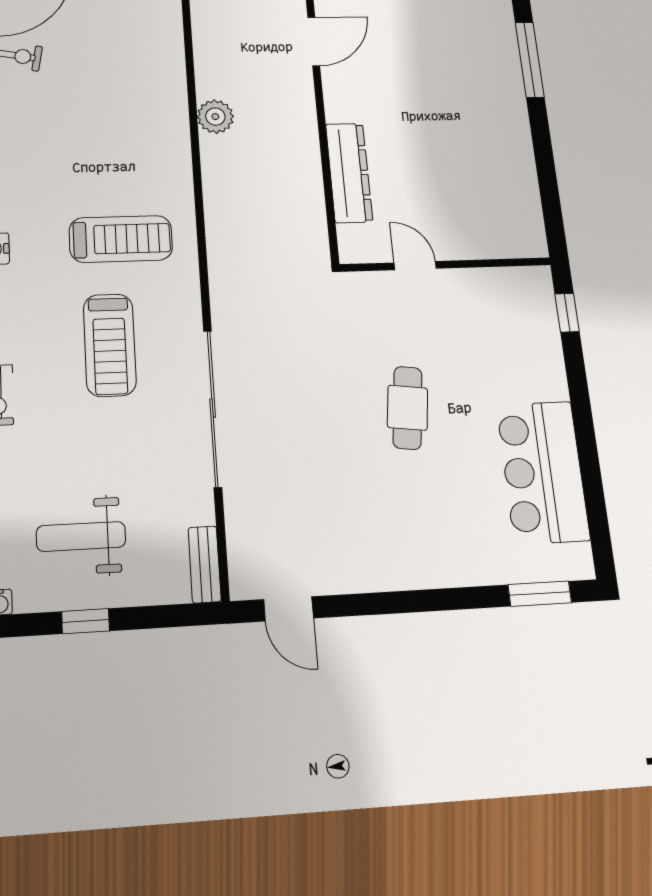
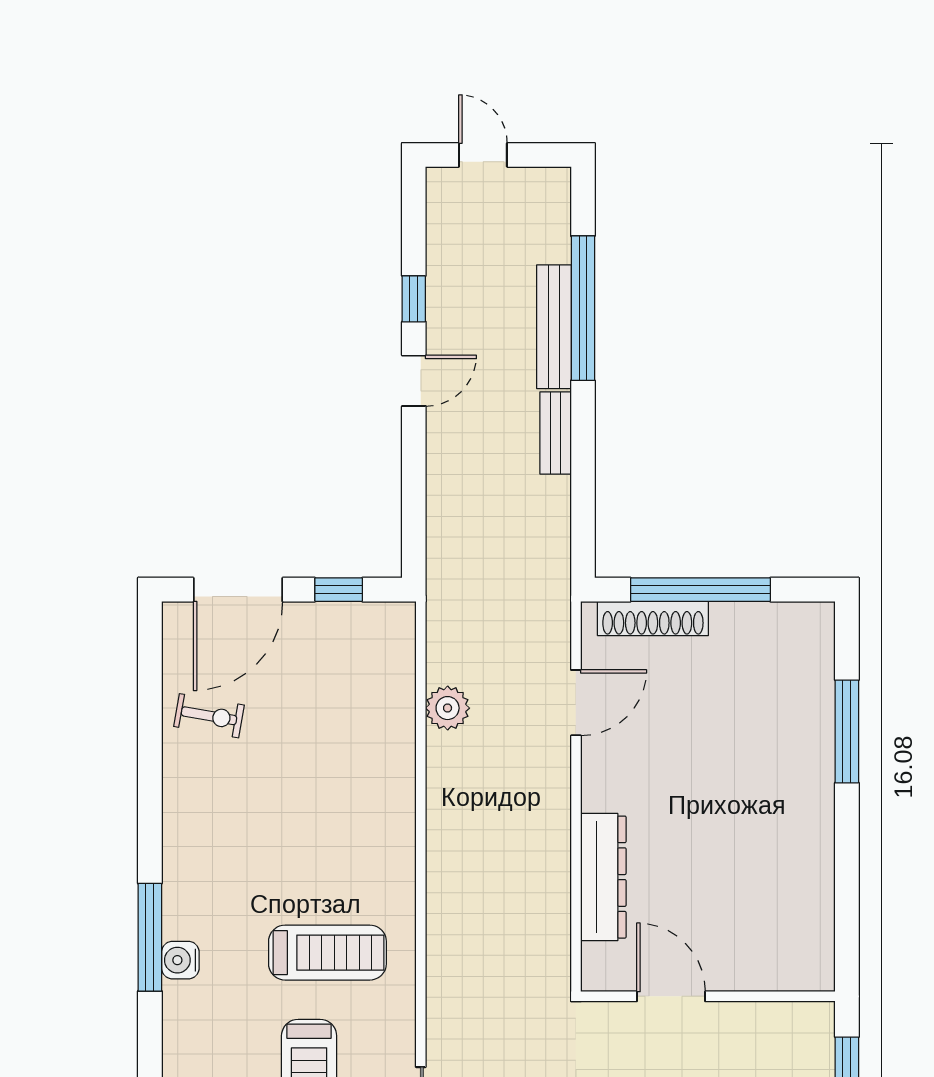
plant: (215, 117) -> (448, 708), moved
door: (415, 266) -> (671, 996), width x1.38

